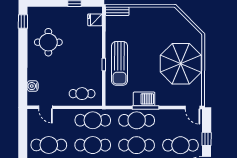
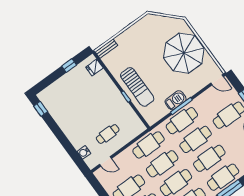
round table: (48, 42) -> (71, 110), removed
cafe table: (82, 94) -> (108, 134), moved

